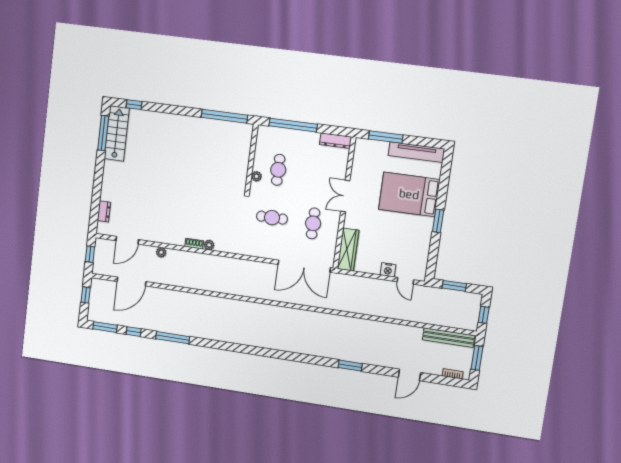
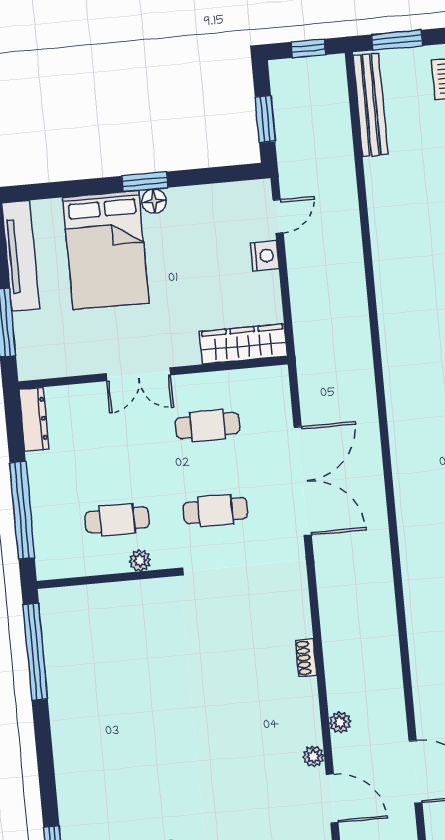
cafe table: (272, 218) -> (215, 511), turned 90
floor lamp: (427, 223) -> (154, 201), added
plant: (209, 245) -> (313, 756), moved
double door: (304, 266) -> (303, 481), moved

